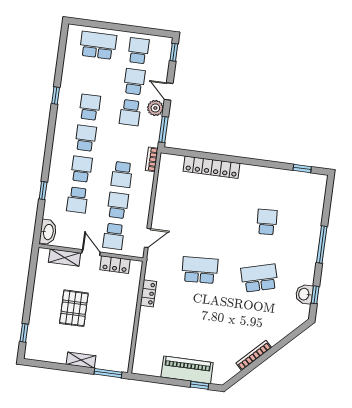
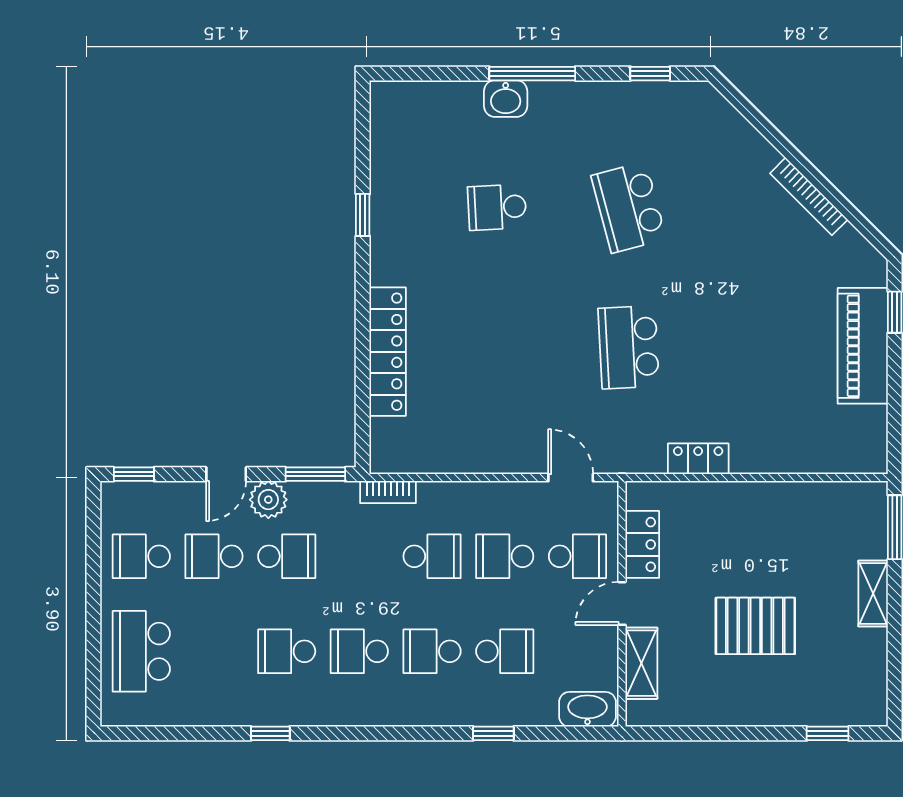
window: (302, 168) -> (363, 215), moved
washbasin: (304, 294) -> (506, 99), moved

